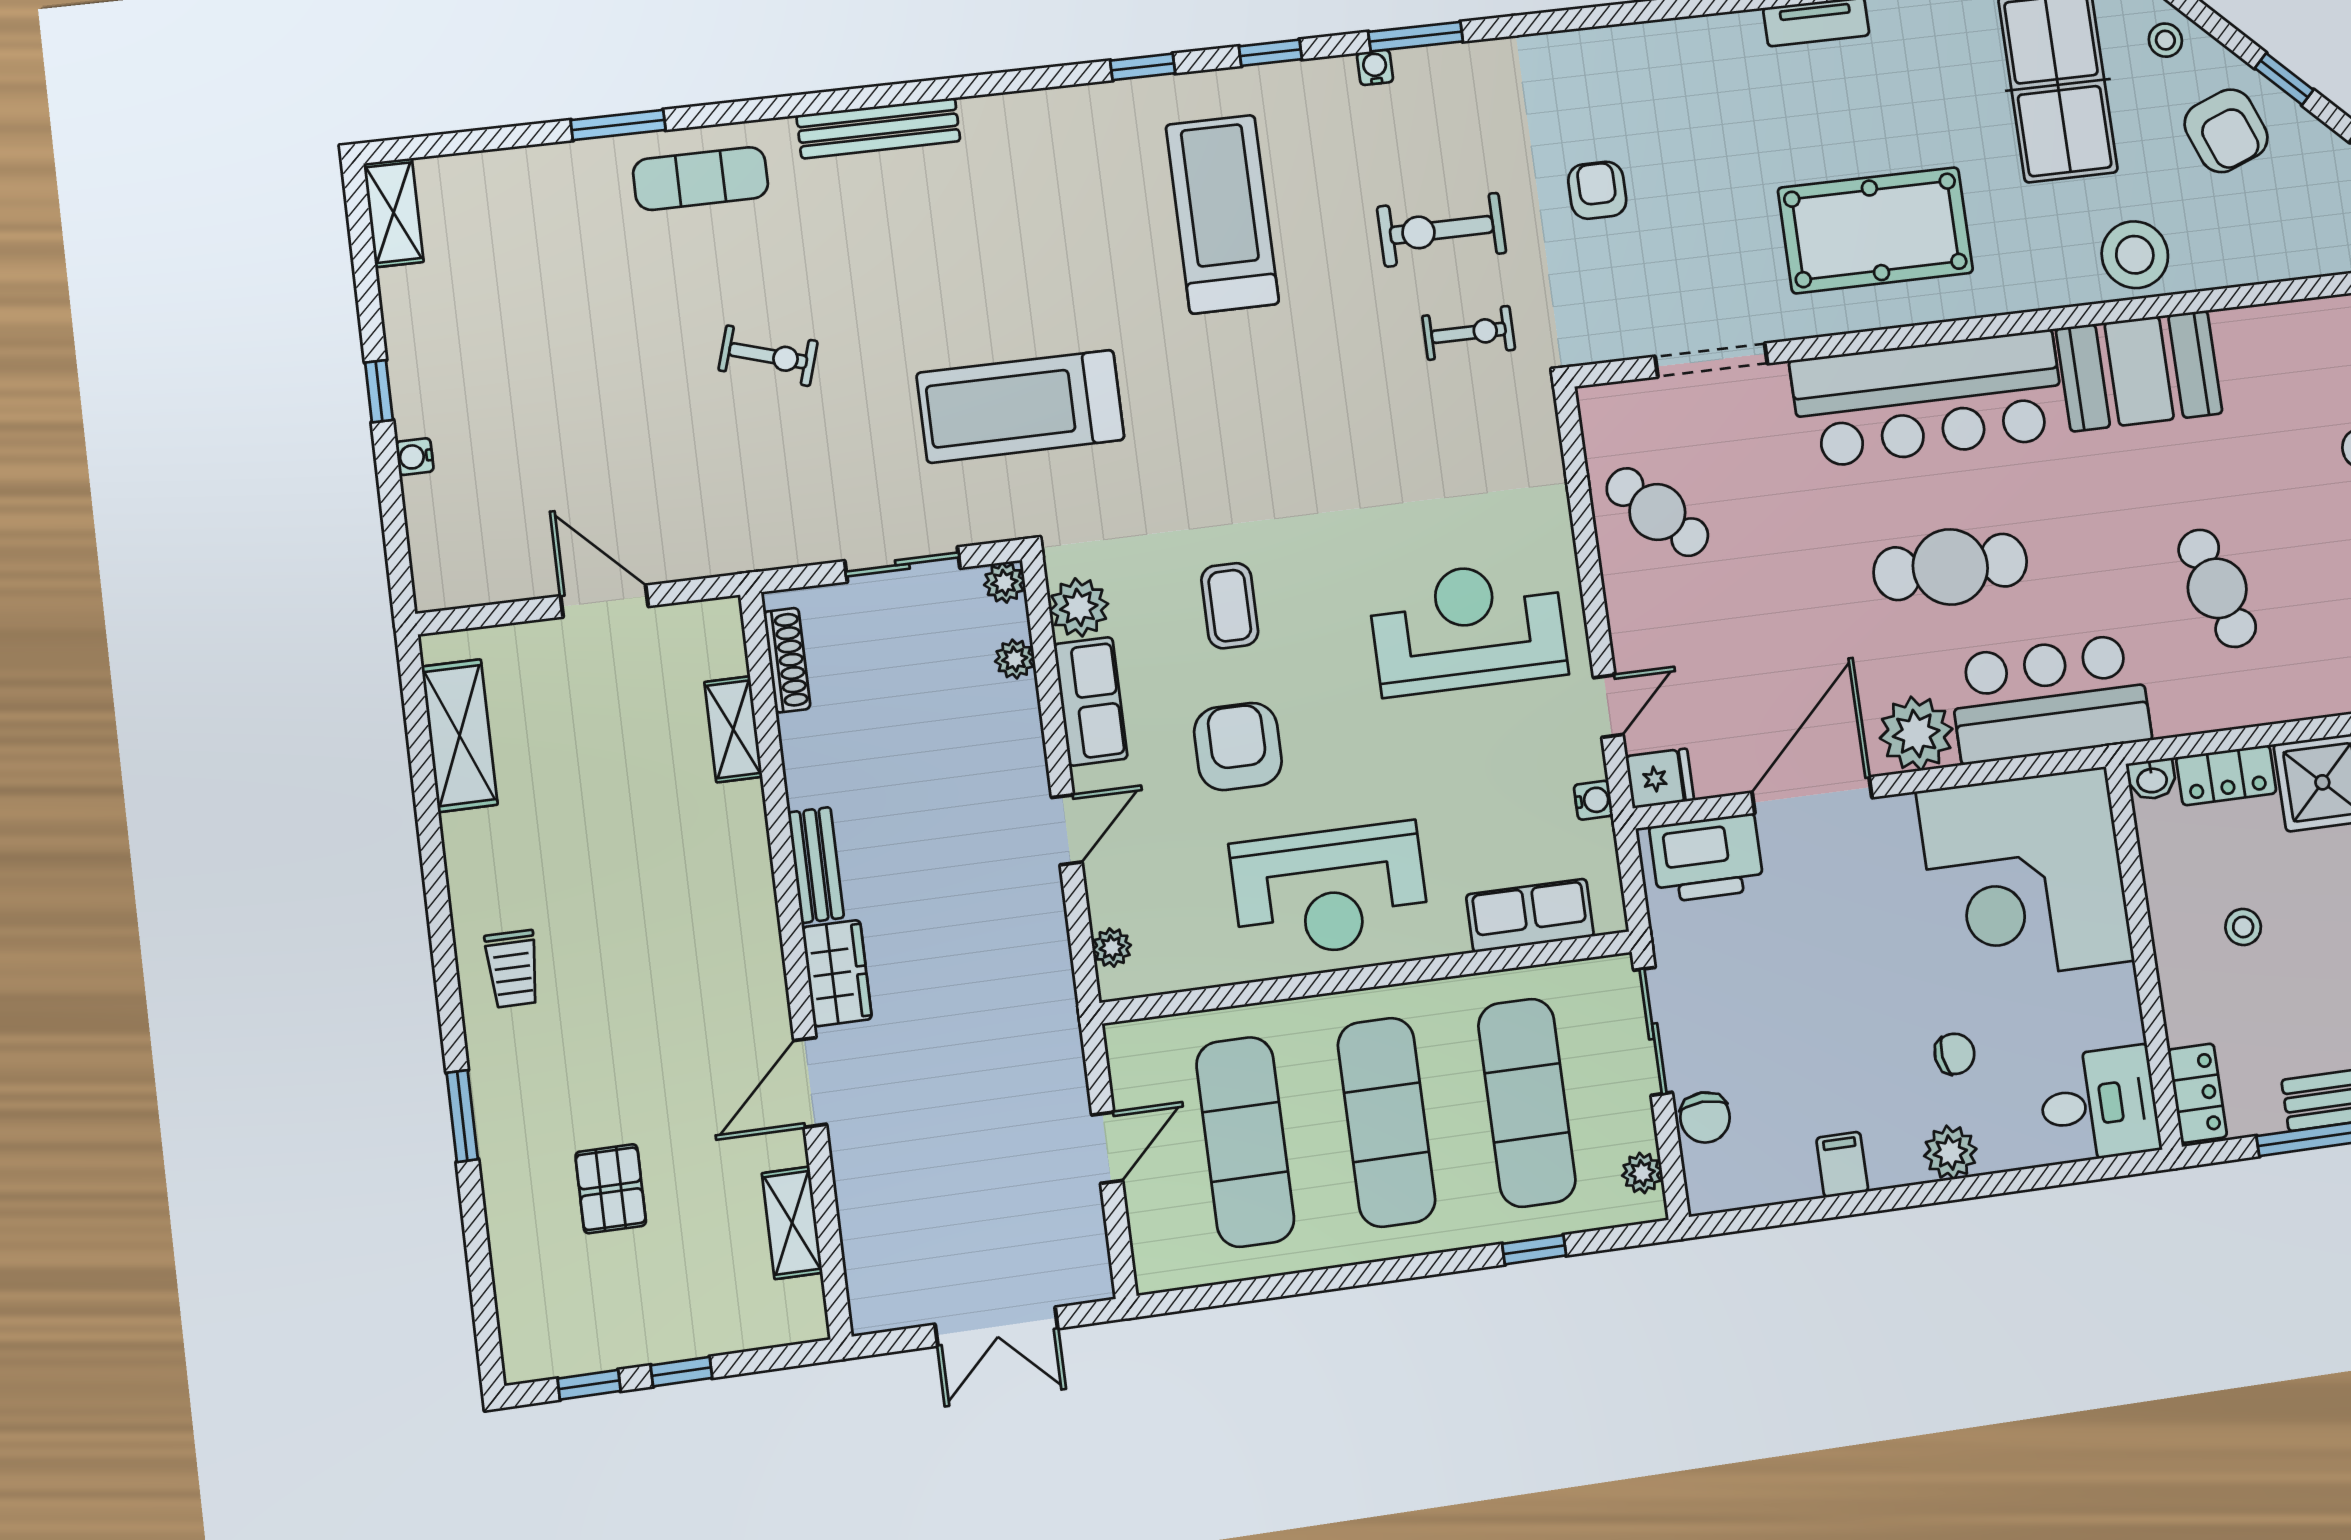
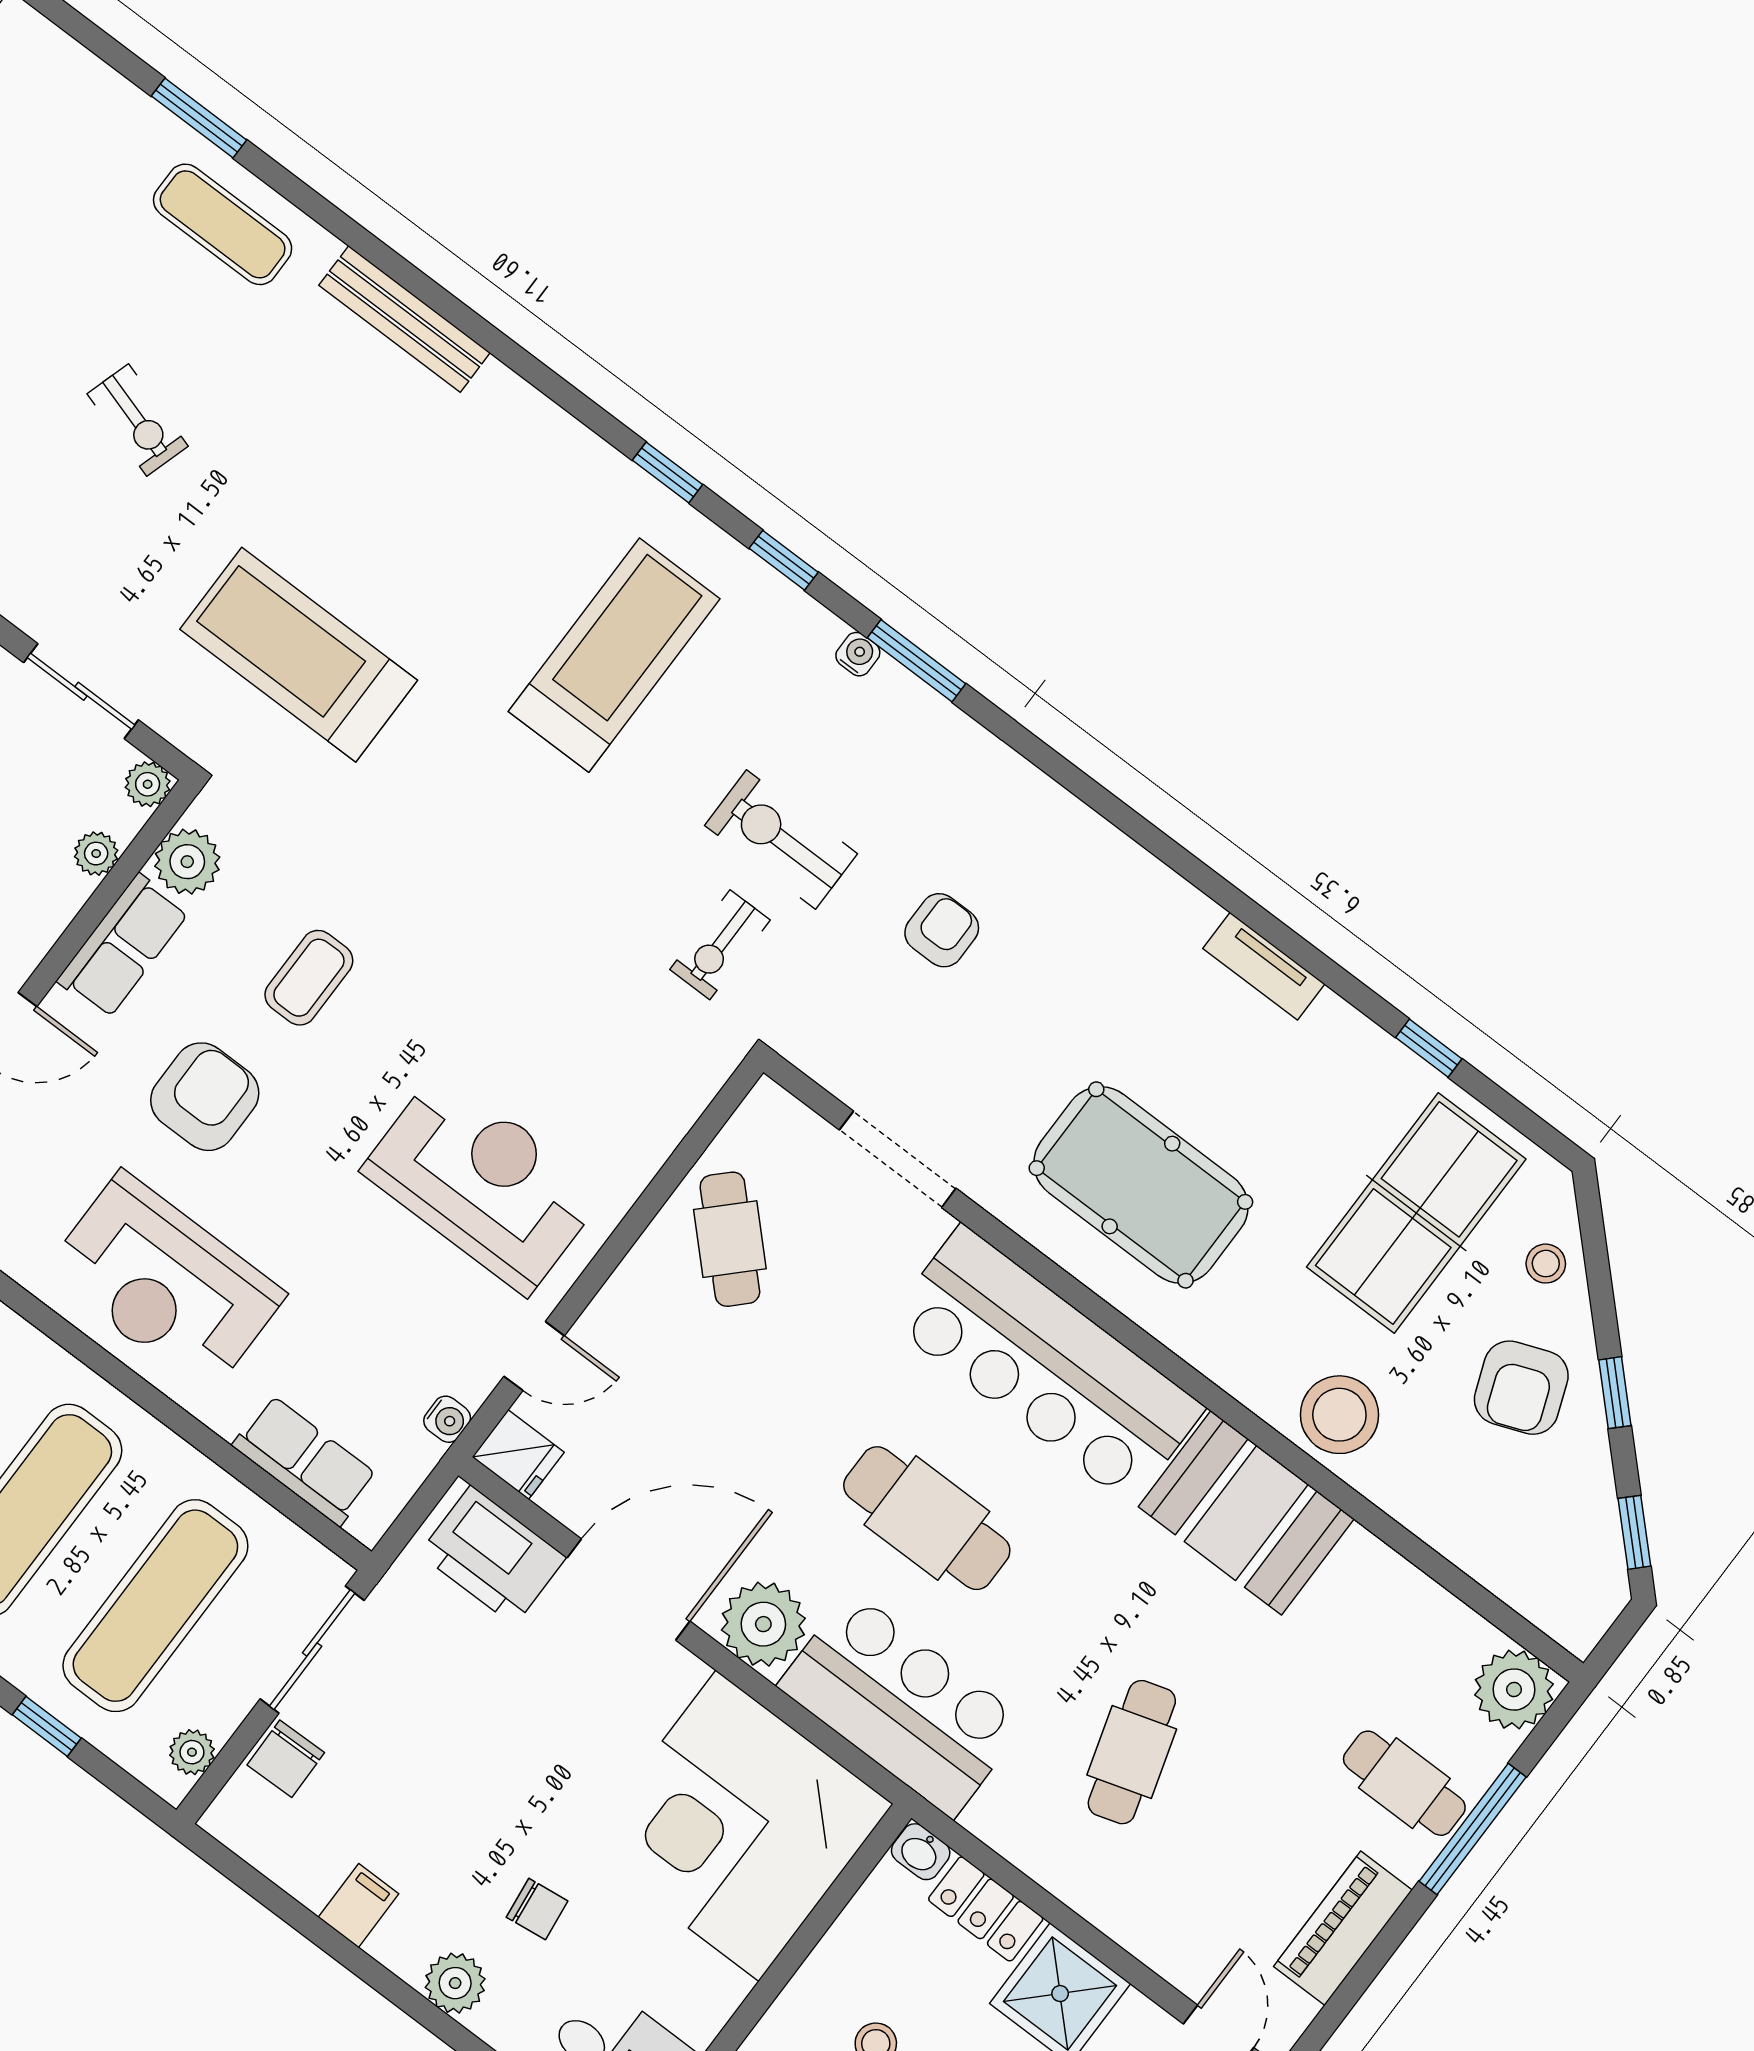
exercise bike: (1469, 333) -> (720, 945), turned 90

